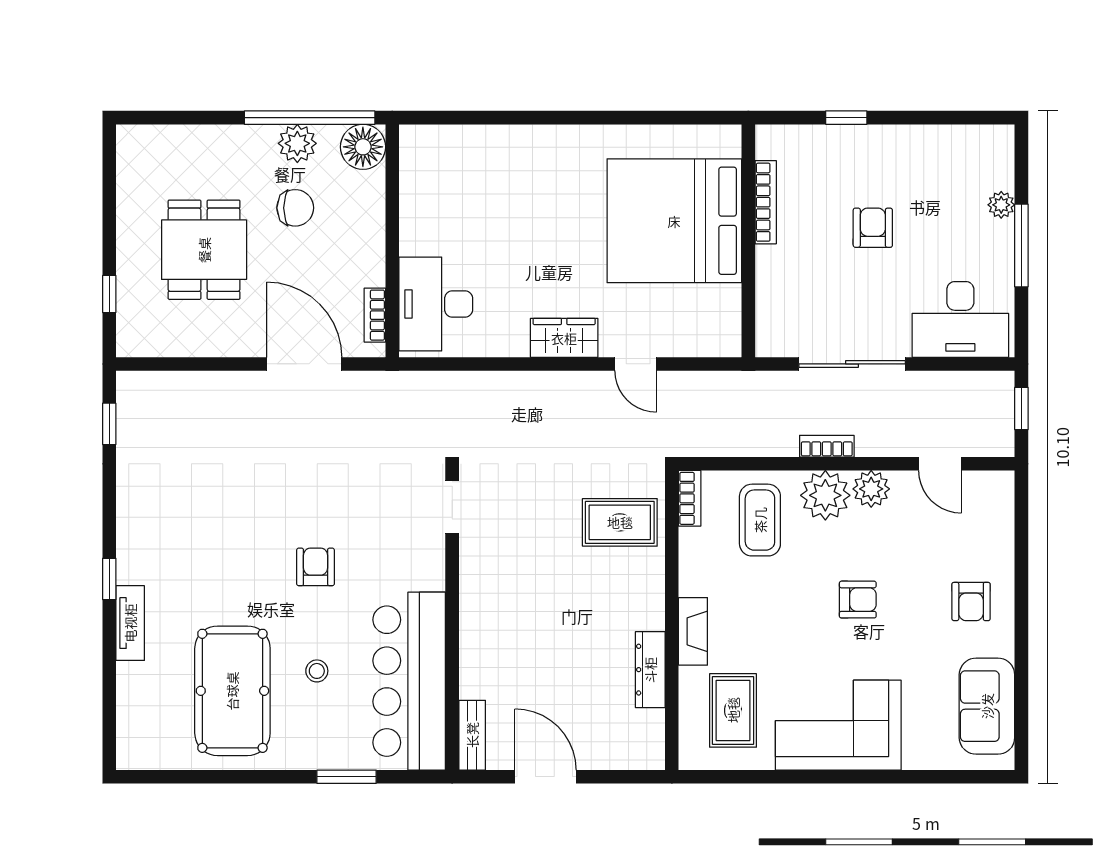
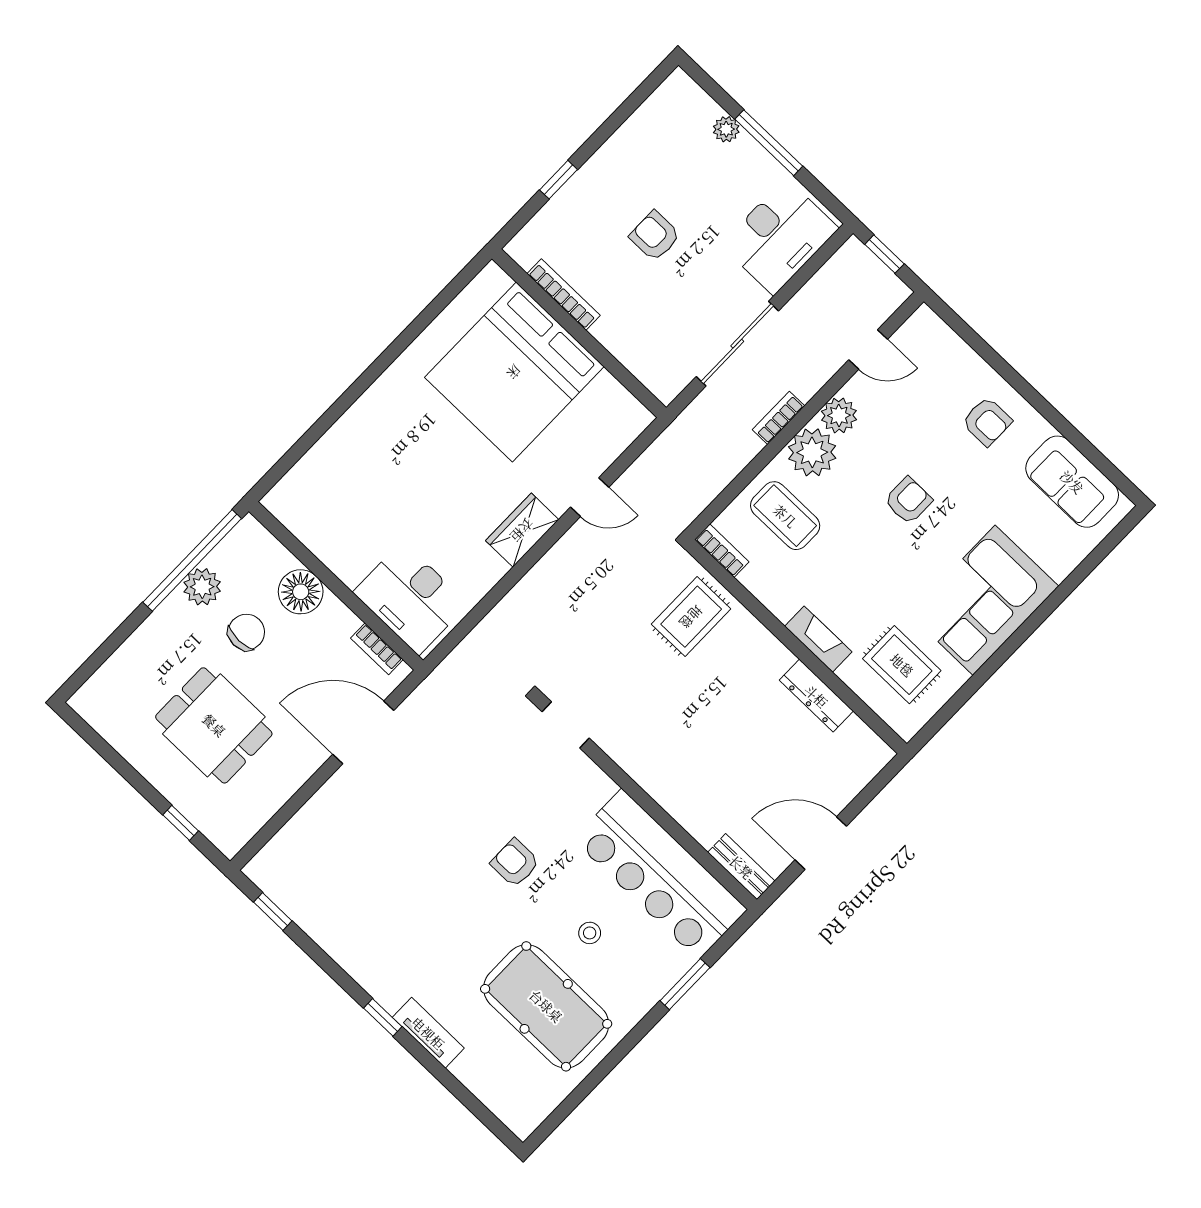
floor lamp: (363, 147) -> (301, 592), moved

